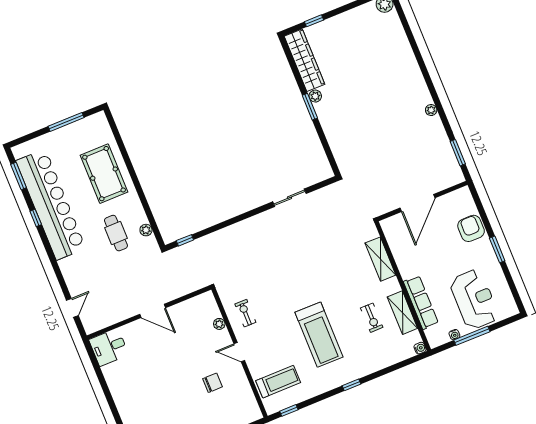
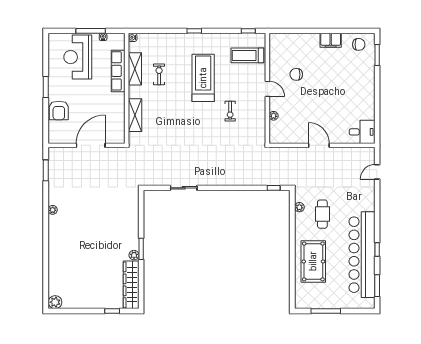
exercise bike: (245, 313) -> (230, 111), moved

